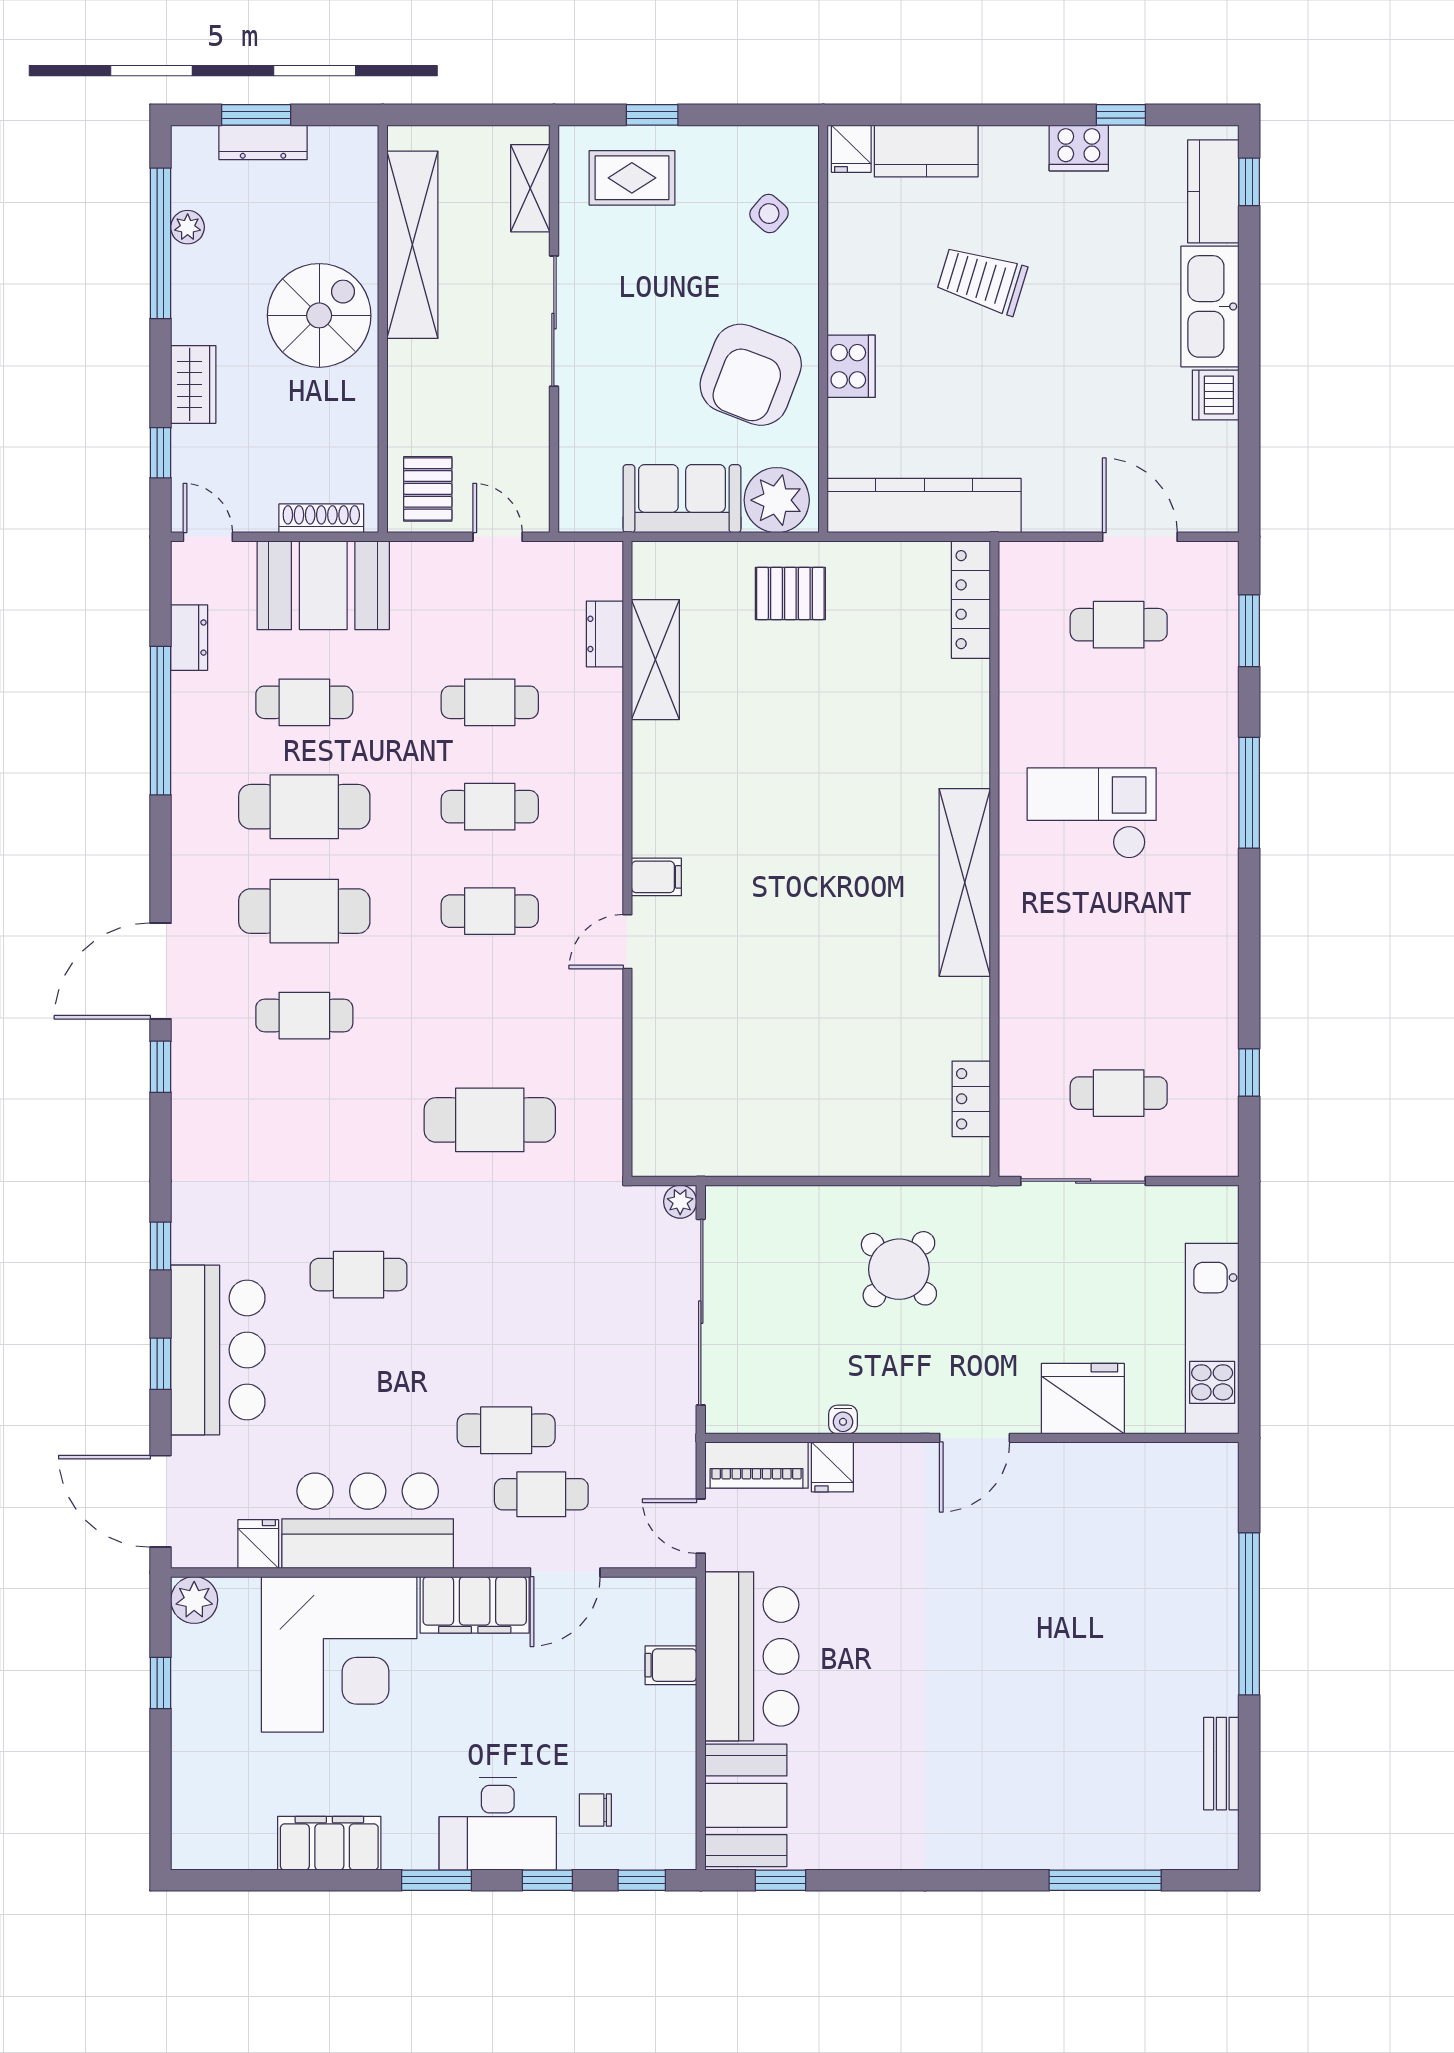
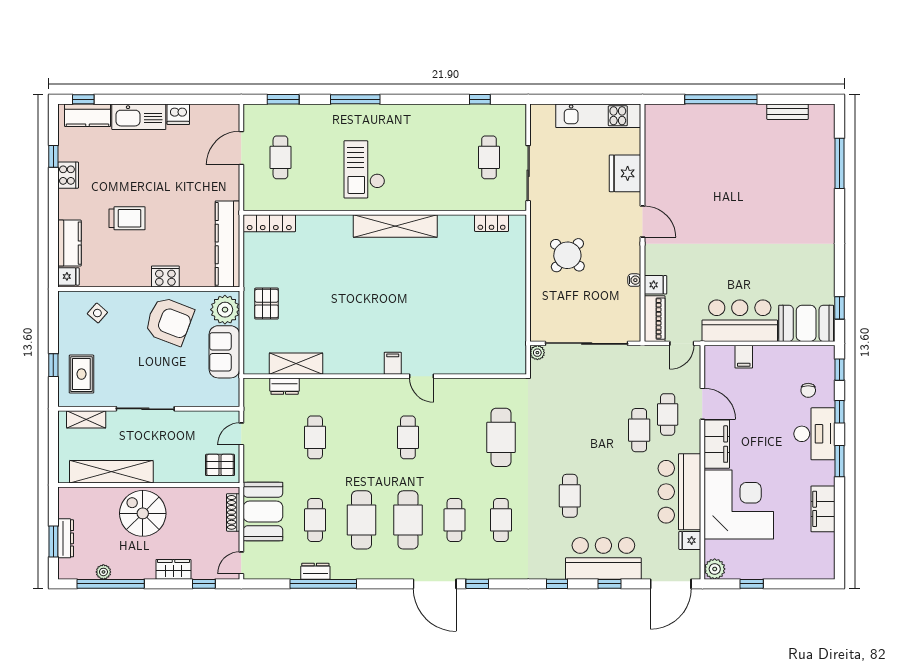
trolley: (982, 280) -> (127, 218), turned -107
dresser: (189, 638) -> (315, 571), moved
cafe table: (490, 807) -> (501, 520), moved

